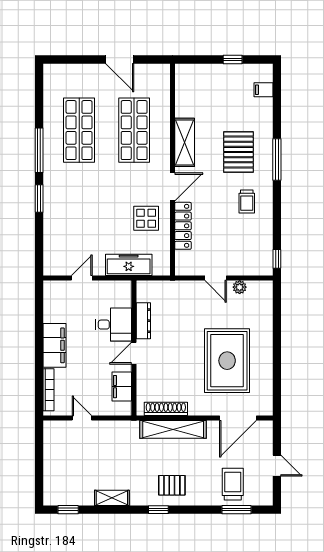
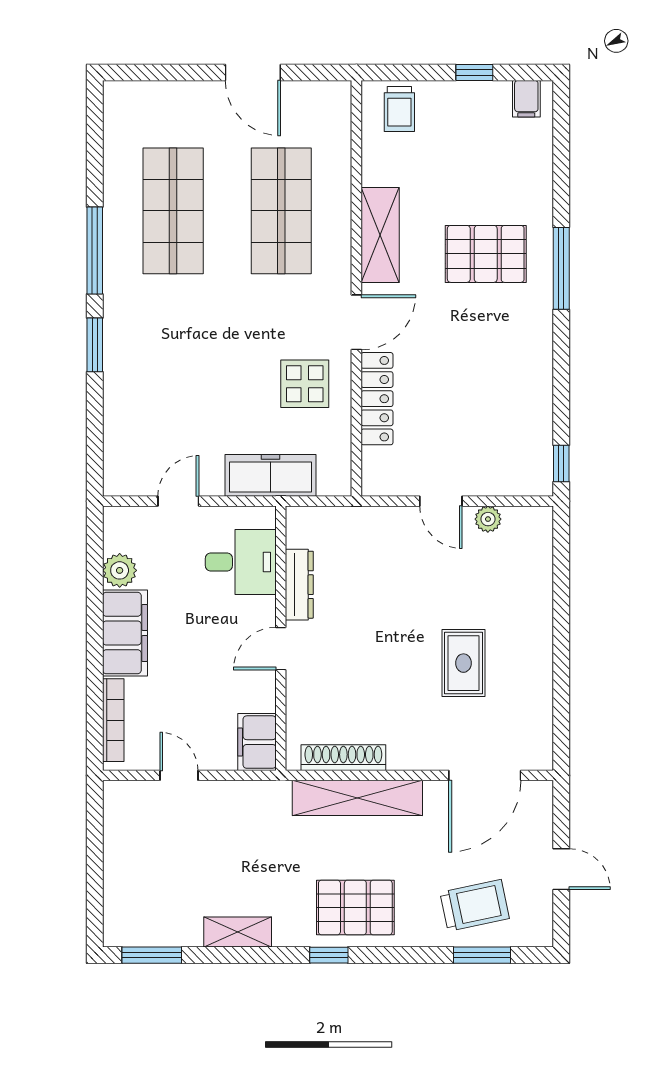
filing cabinet: (264, 90) -> (526, 99), moved, turned -90
pallet: (238, 152) -> (486, 254), turned 90
trolley: (247, 201) -> (399, 109), moved
plant: (52, 313) -> (120, 570), added
desk: (114, 325) -> (241, 562), moved
rug: (227, 361) -> (463, 663), width x0.54, depth x0.49
filing cabinet: (122, 387) -> (257, 742), moved
trolley: (233, 484) -> (475, 905), turned 78
pallet: (172, 485) -> (355, 908), width x1.50, depth x1.42
window: (68, 510) -> (152, 955), width x1.50

